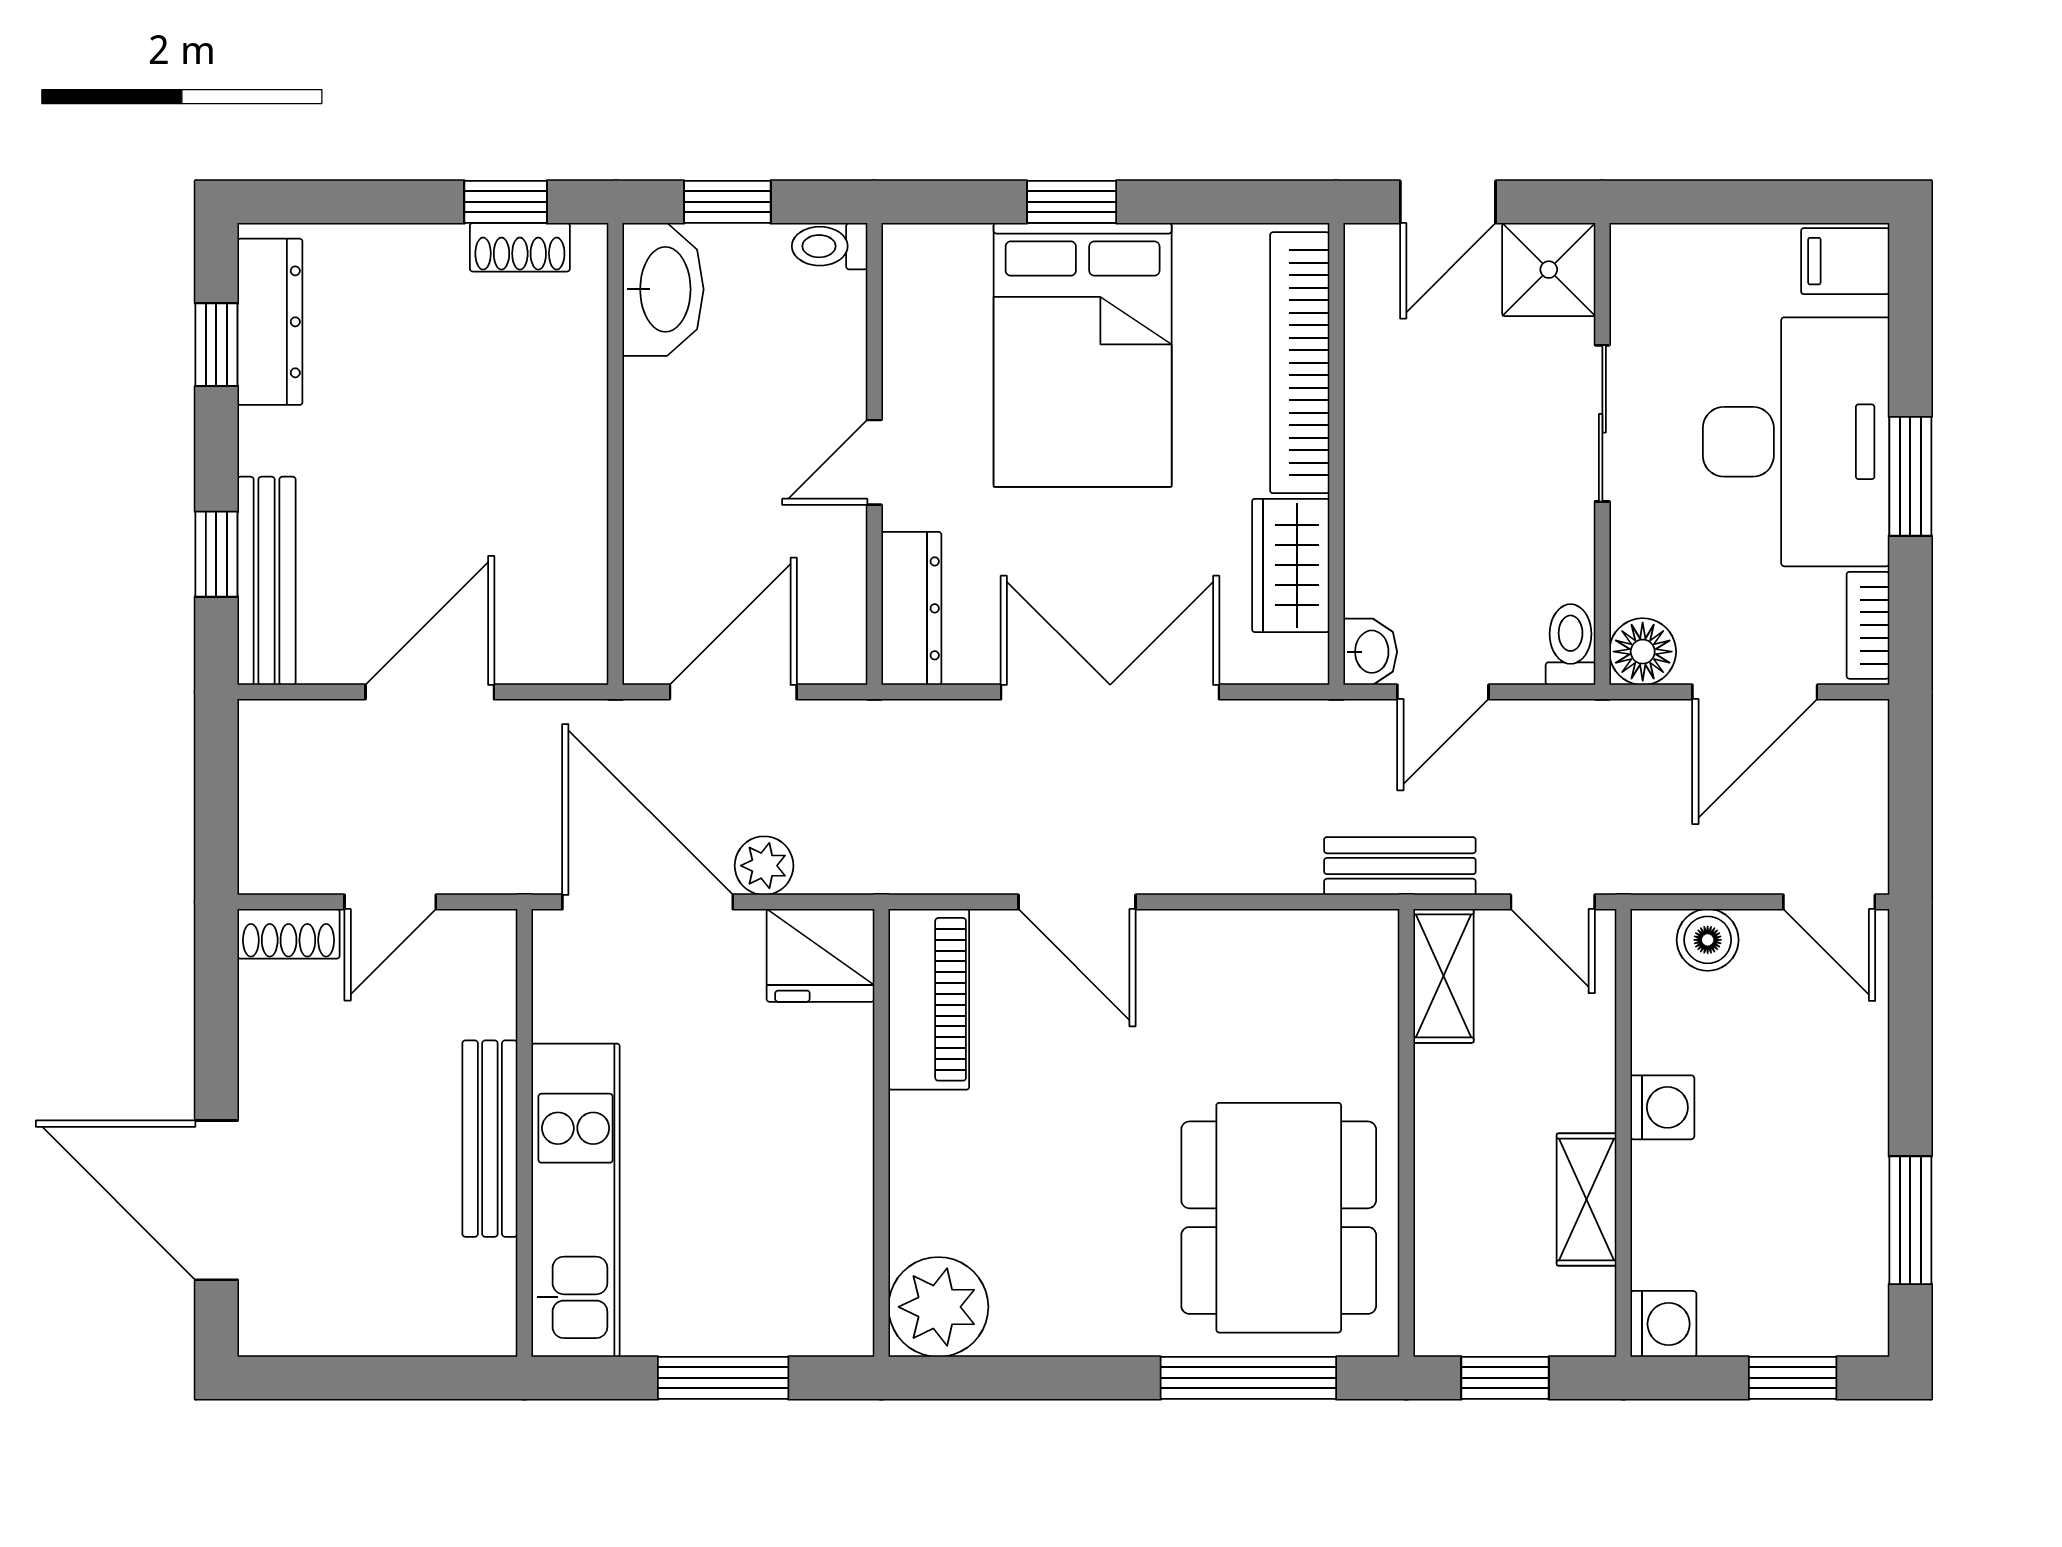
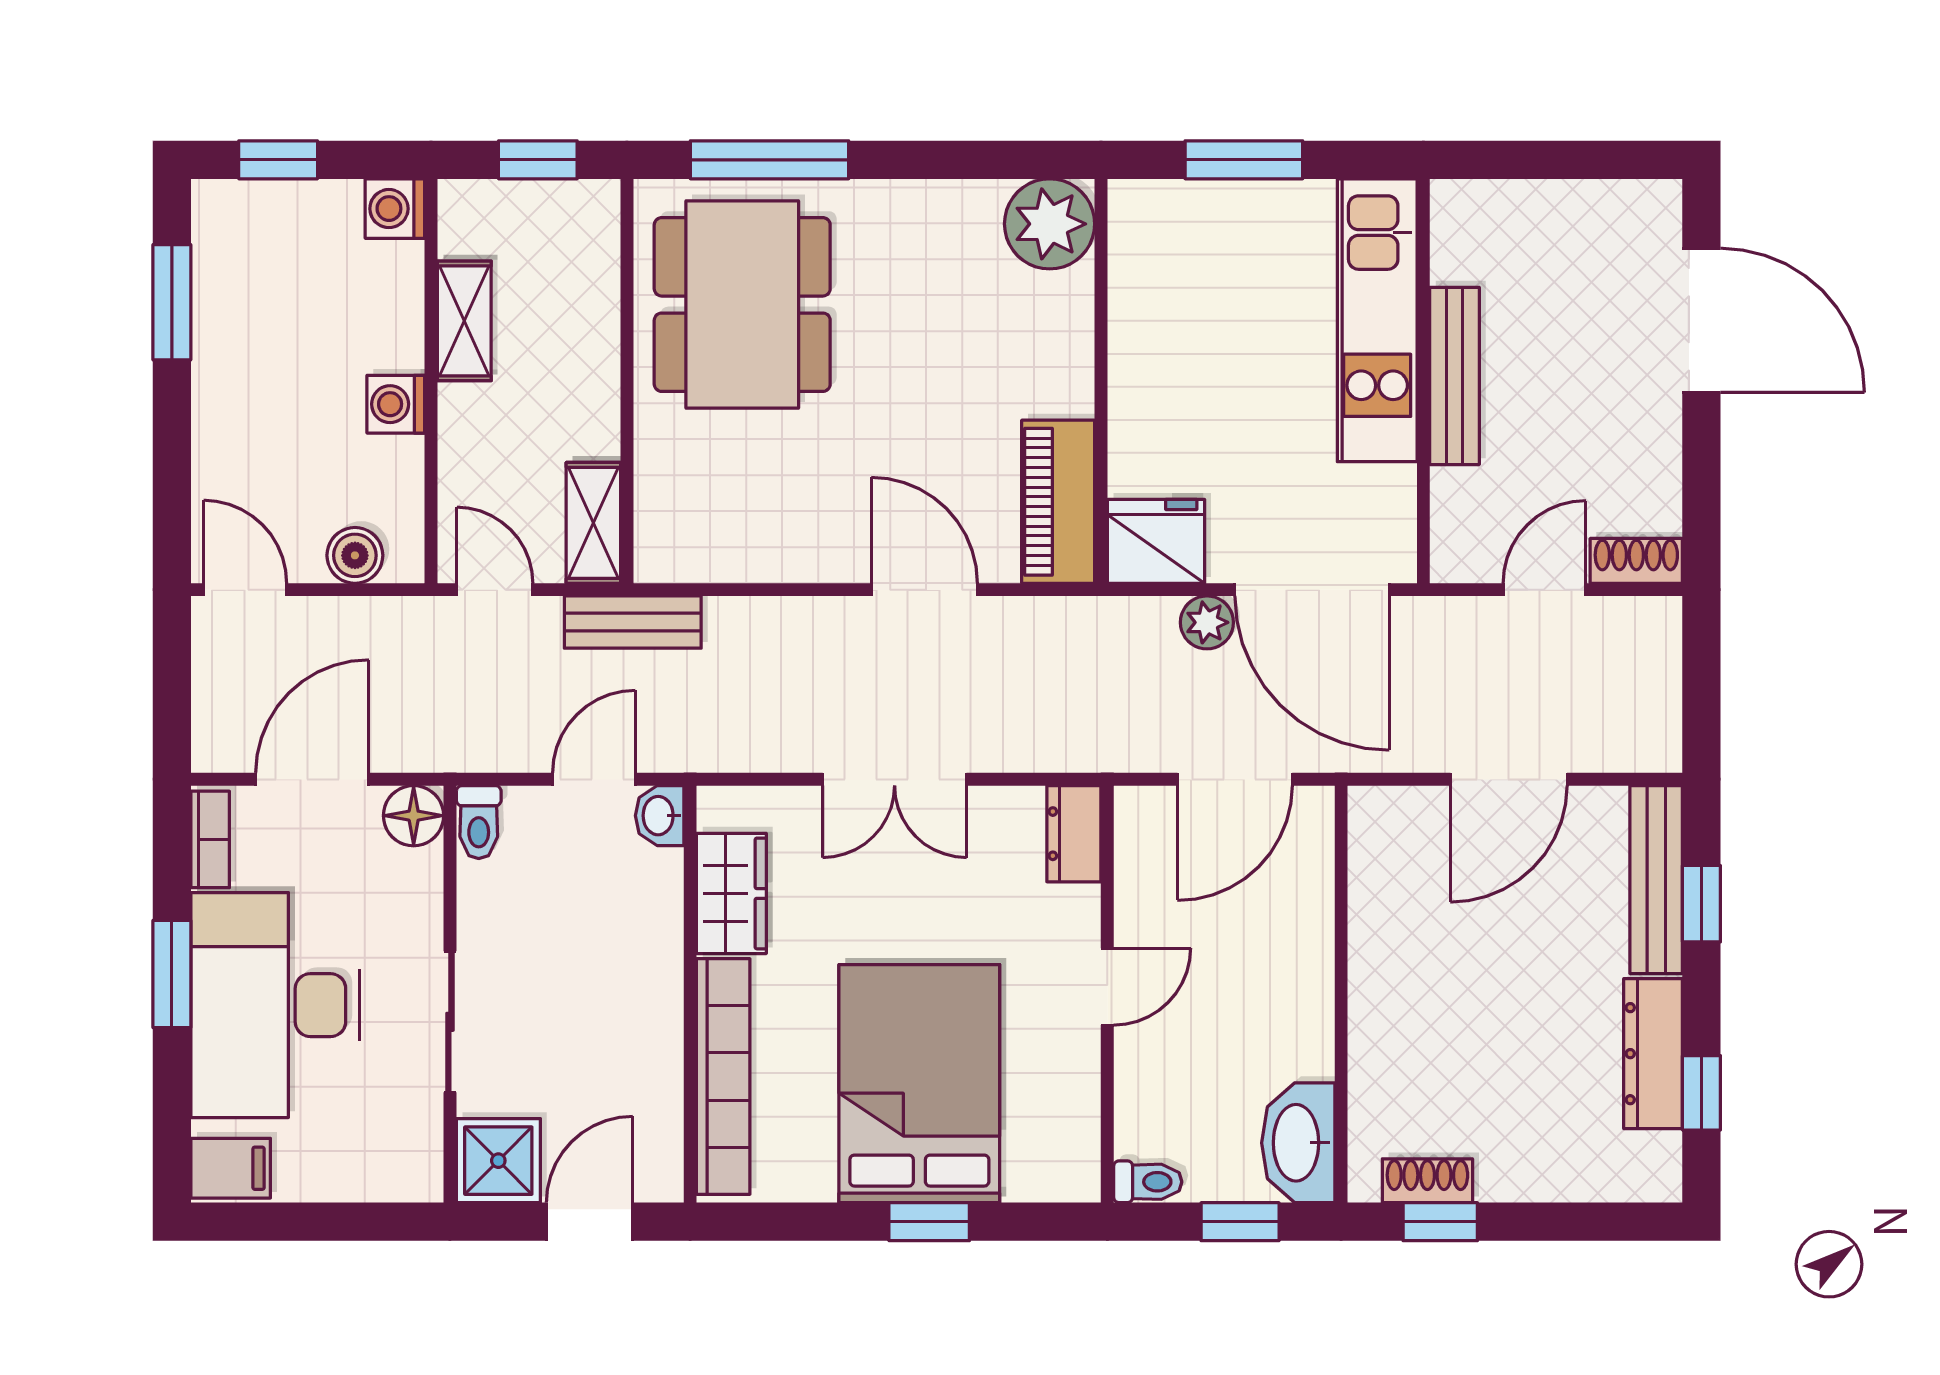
dresser: (270, 322) -> (1653, 1054), moved
dresser: (911, 608) -> (1074, 834), width x0.70
double door: (1110, 692) -> (895, 779), width x0.73

